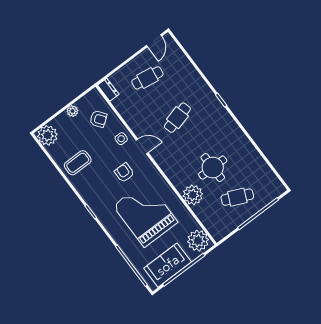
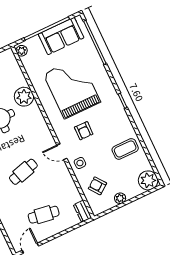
grand piano: (145, 214) -> (72, 88), turned 180
plant: (198, 241) -> (22, 51), width x0.53, depth x0.53

